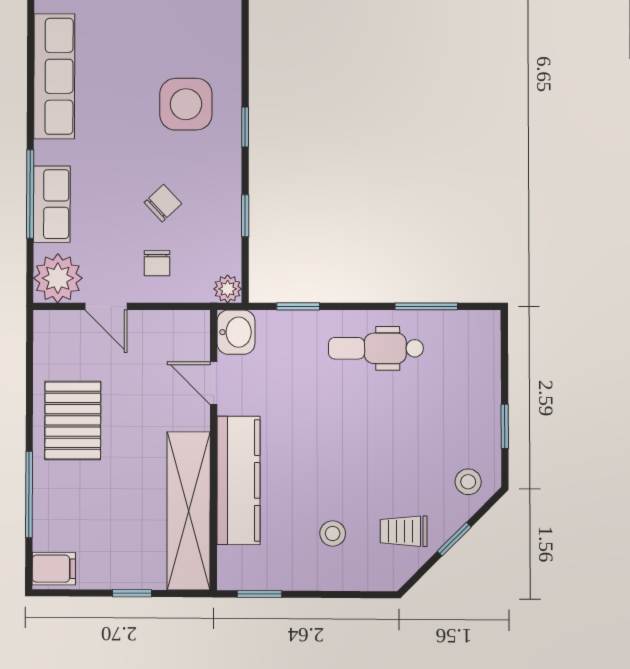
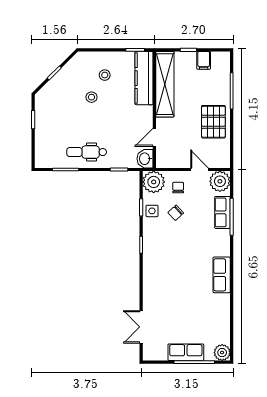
row of seats: (54, 76) -> (222, 275), width x0.68
side table: (186, 104) -> (152, 211), moved, width x0.54, depth x0.54
plant: (228, 289) -> (154, 182), width x1.87, depth x1.87
dental chair: (376, 348) -> (87, 152), turned 180
door: (214, 383) -> (154, 137), swing flipped
kitchen counter: (238, 480) -> (144, 78), moved
stool: (468, 482) -> (92, 97), moved
trolley: (404, 531) -> (75, 76), removed
filing cabinet: (54, 569) -> (204, 60), moved, turned -90

